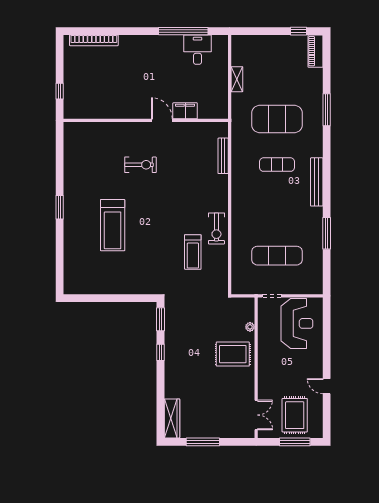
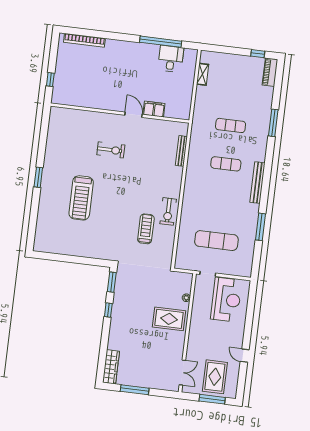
shelving: (237, 79) -> (203, 74), moved
exercise mat: (277, 119) -> (231, 125), width x0.50, depth x0.69
treadmill: (193, 252) -> (146, 229), turned 180

